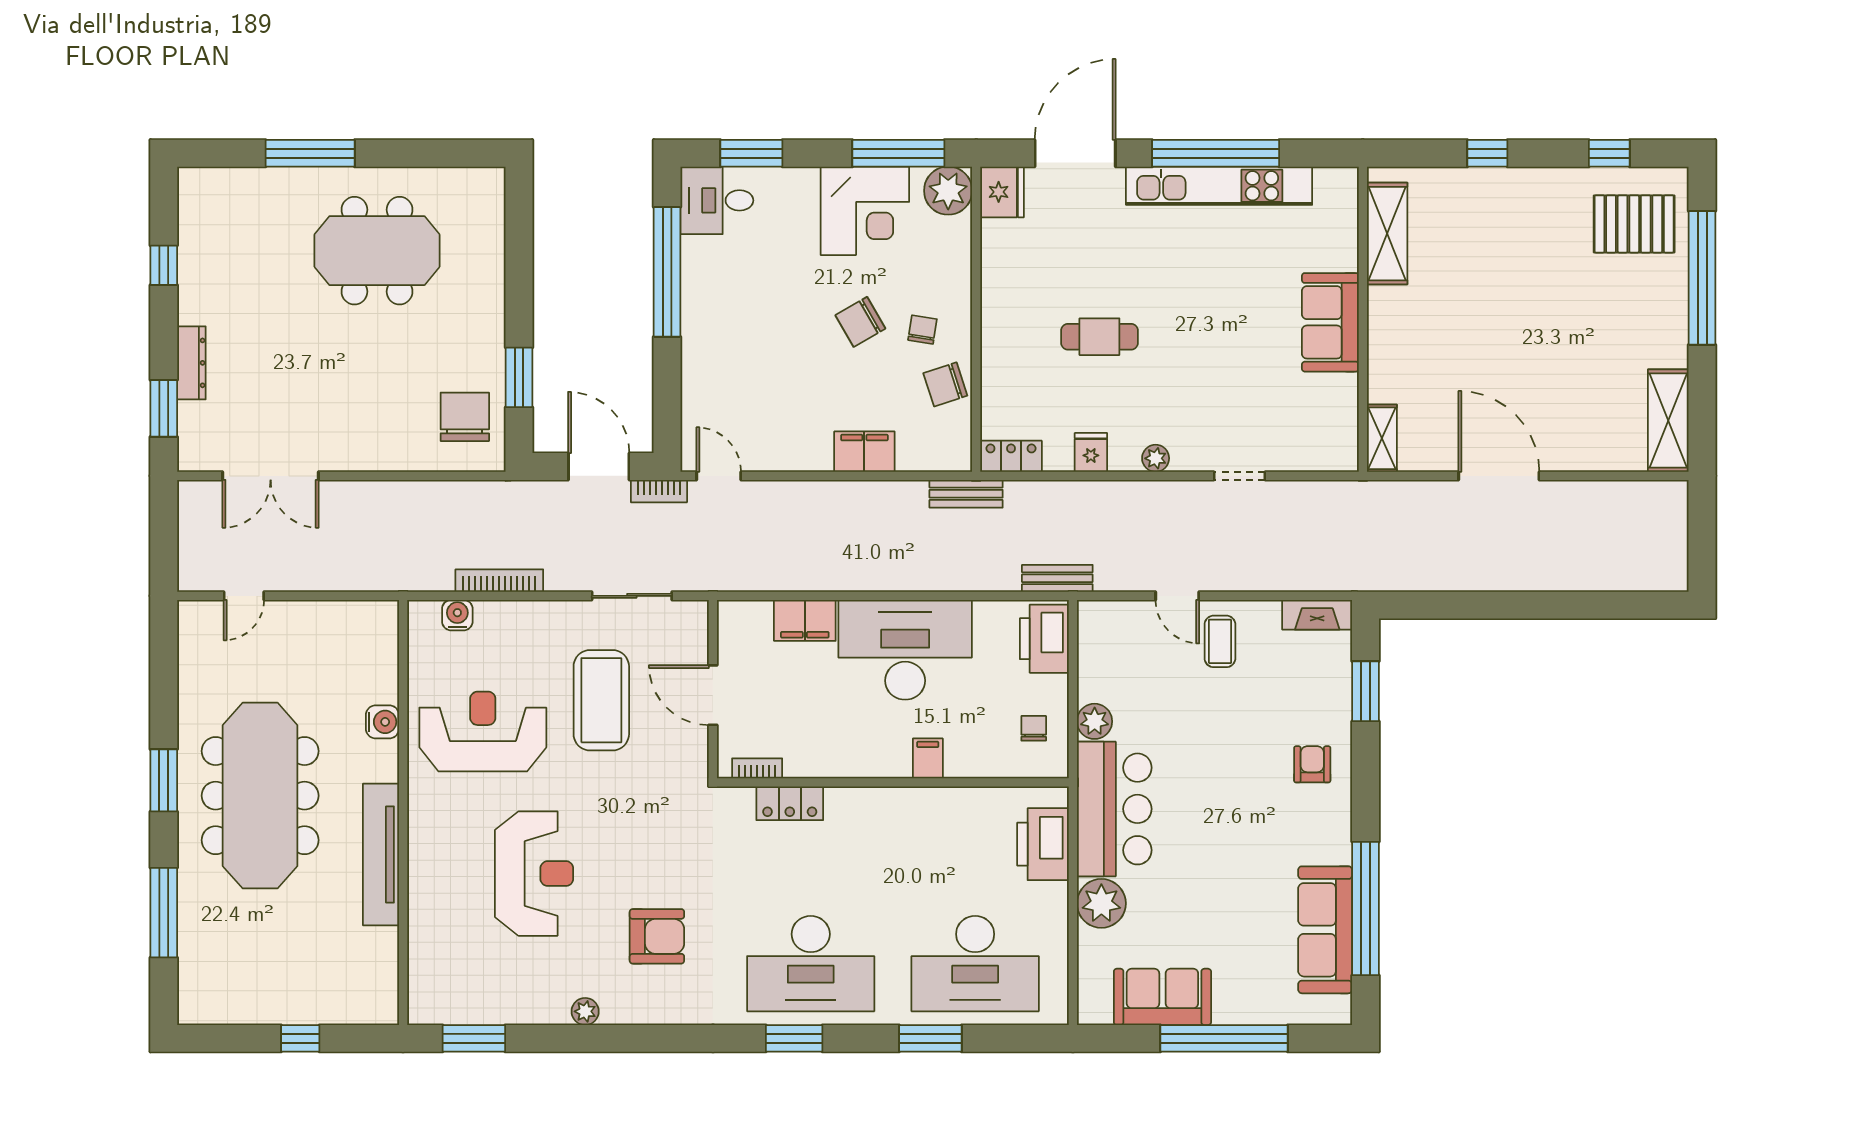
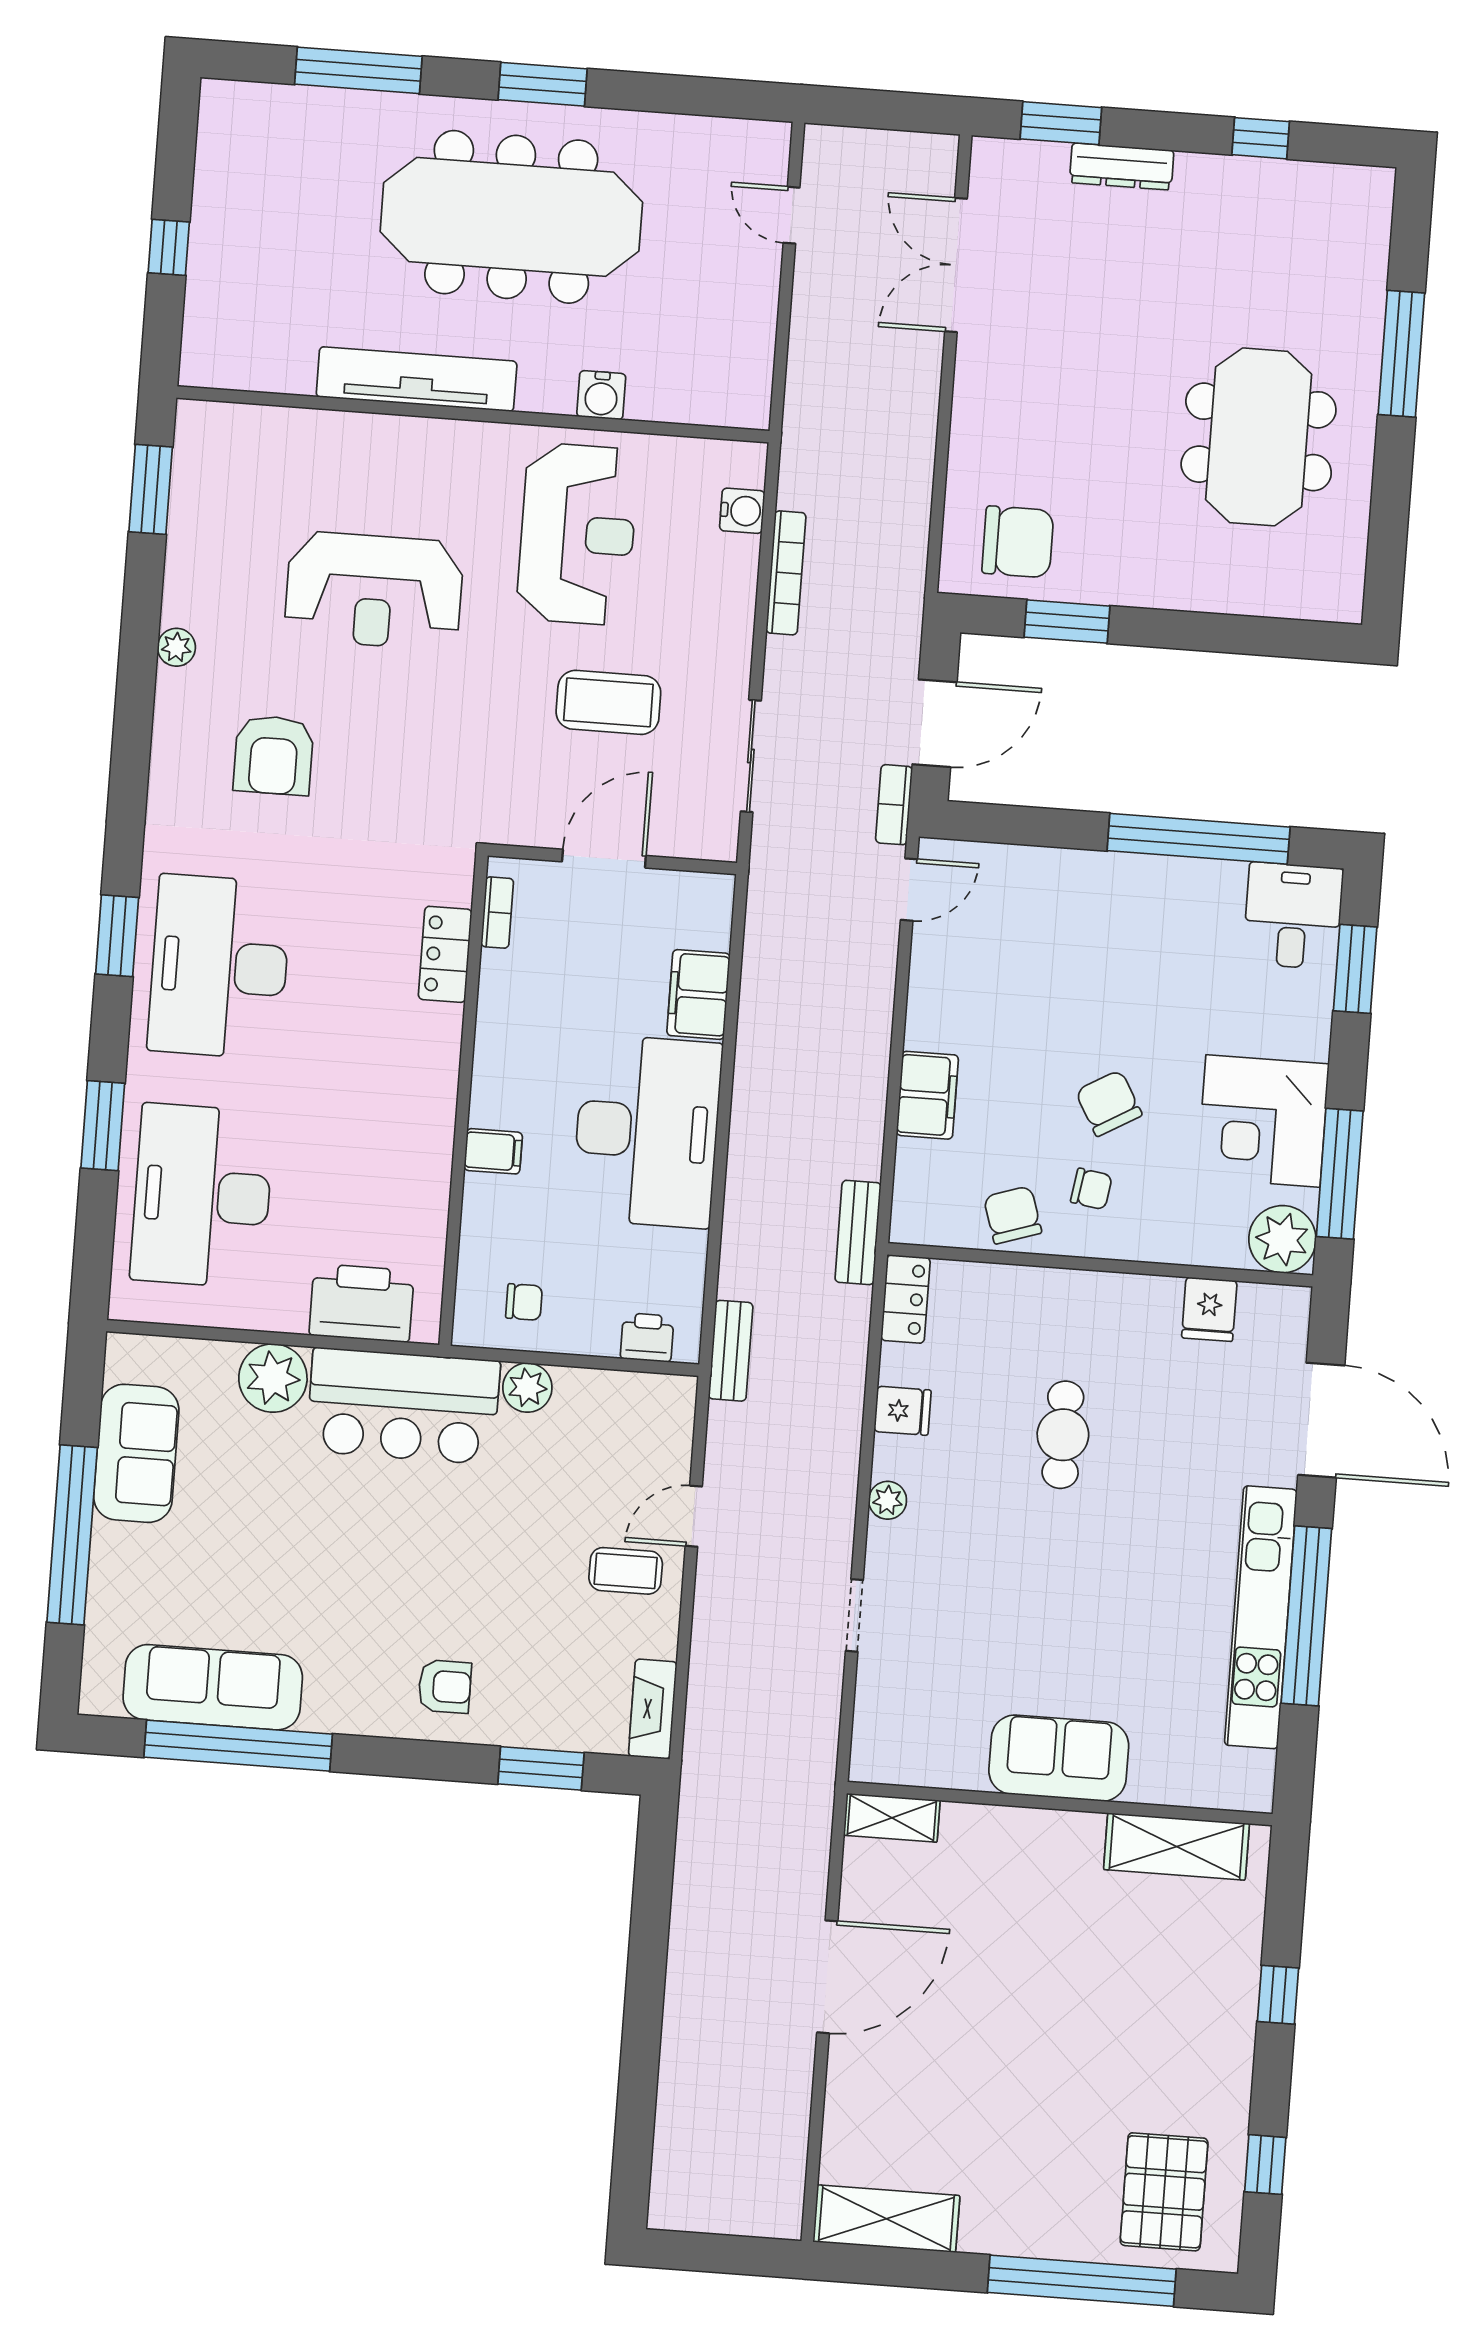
fridge: (1002, 192) -> (1209, 1309), moved, width x0.72
printer: (1044, 639) -> (647, 1337), width x0.53, depth x0.68
coffee table: (601, 700) -> (608, 702), width x0.73, depth x0.76

